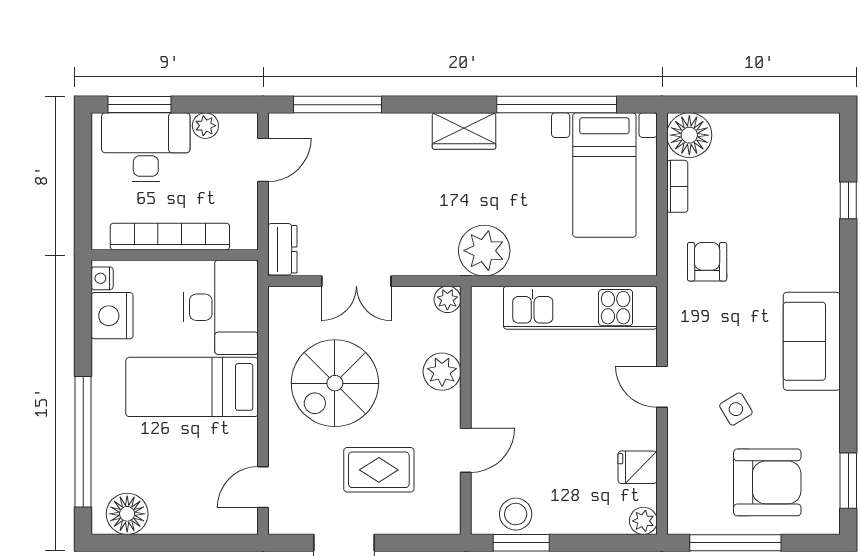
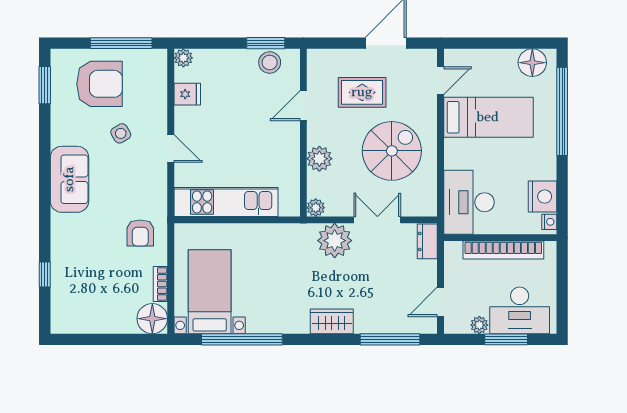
window: (140, 105) -> (506, 339), moved
wardrobe: (464, 131) -> (332, 321), moved
plant: (484, 251) -> (335, 241), moved
bed: (192, 387) -> (488, 117), moved
armchair: (767, 482) -> (100, 84), turned 180

